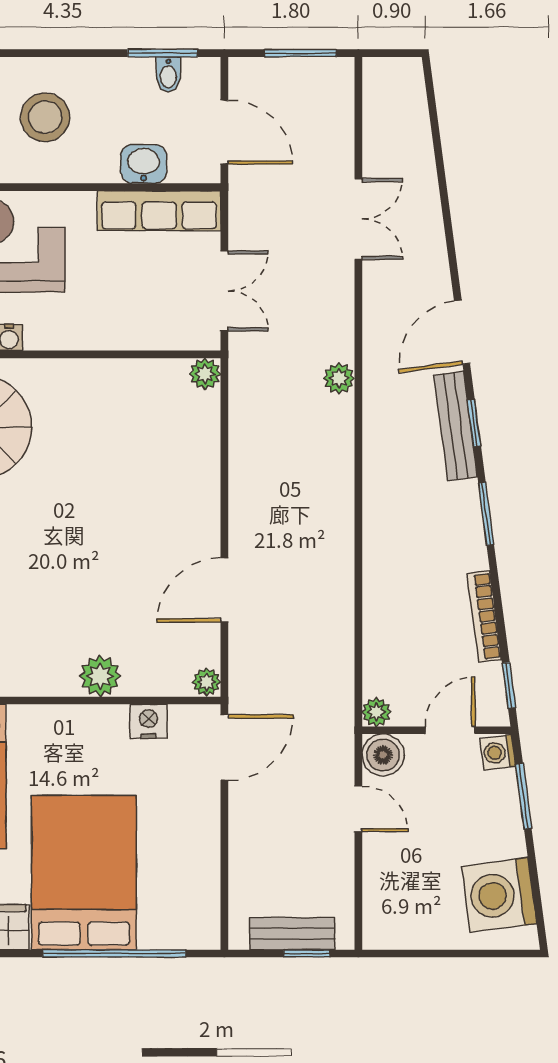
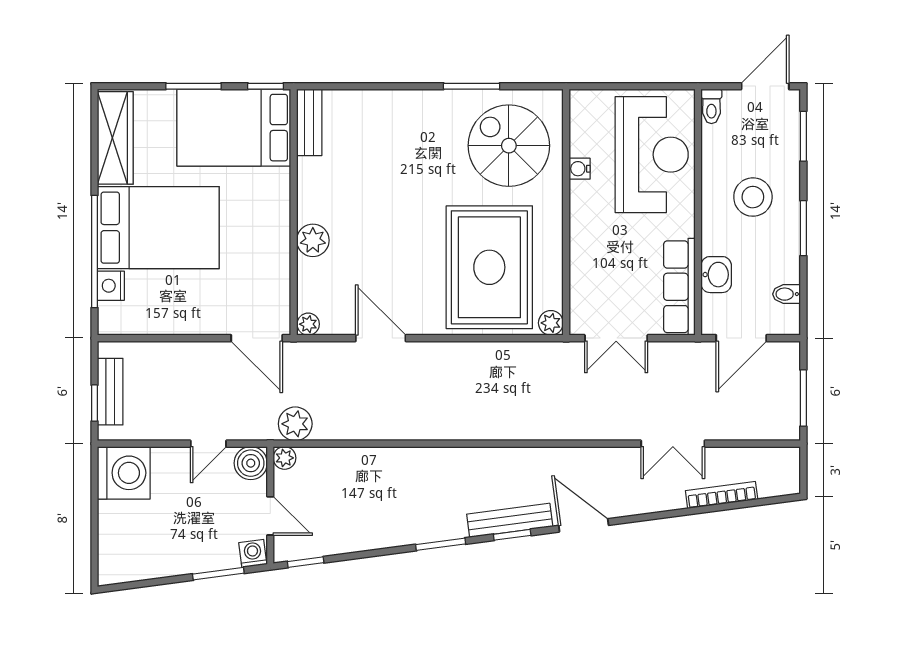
window: (163, 53) -> (803, 228), moved
plant: (339, 378) -> (295, 424), moved, width x1.38, depth x1.38
rug: (134, 452) -> (489, 267), added
bookcase: (484, 616) -> (722, 495), moved
nightstand: (148, 721) -> (111, 286), moved, turned 180
washing machine: (499, 895) -> (124, 473), moved, turned 98

